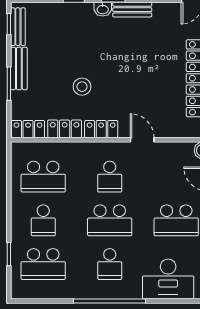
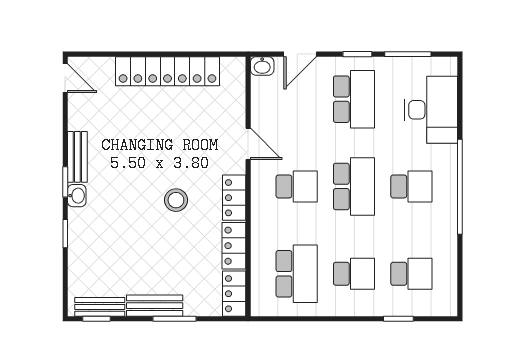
stool: (82, 87) -> (176, 200), moved
door: (142, 140) -> (248, 144), swing flipped
school desk: (43, 264) -> (411, 274), width x0.54

